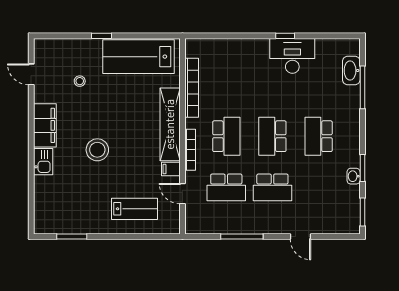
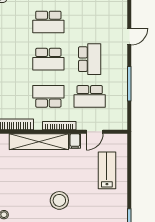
school desk: (226, 187) -> (90, 96), turned 90

